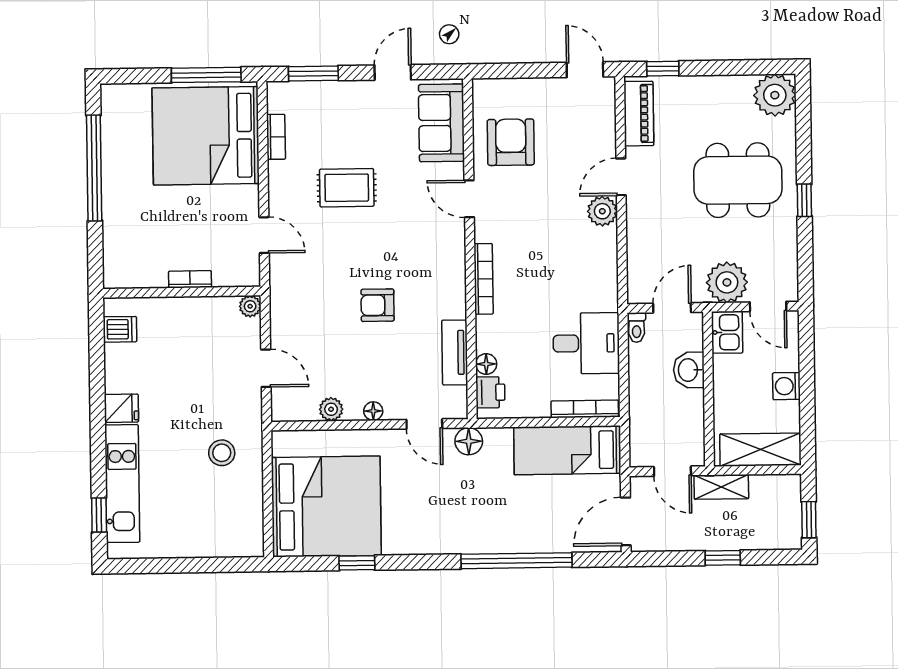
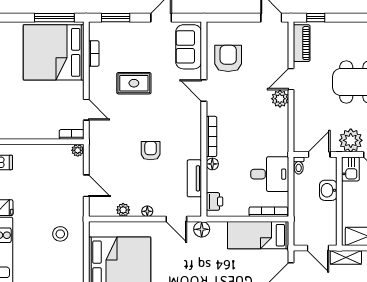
bookcase: (190, 279) -> (72, 134), moved
armchair: (378, 305) -> (151, 151), turned 90
floor lamp: (486, 364) -> (212, 164), moved

